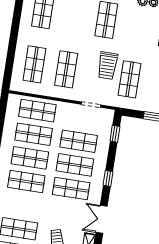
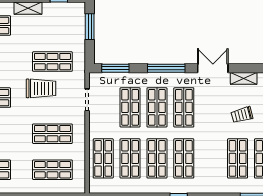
window: (115, 134) -> (115, 68), width x1.50
window: (108, 178) -> (166, 68), width x2.17
double door: (102, 219) -> (213, 68), swing flipped

